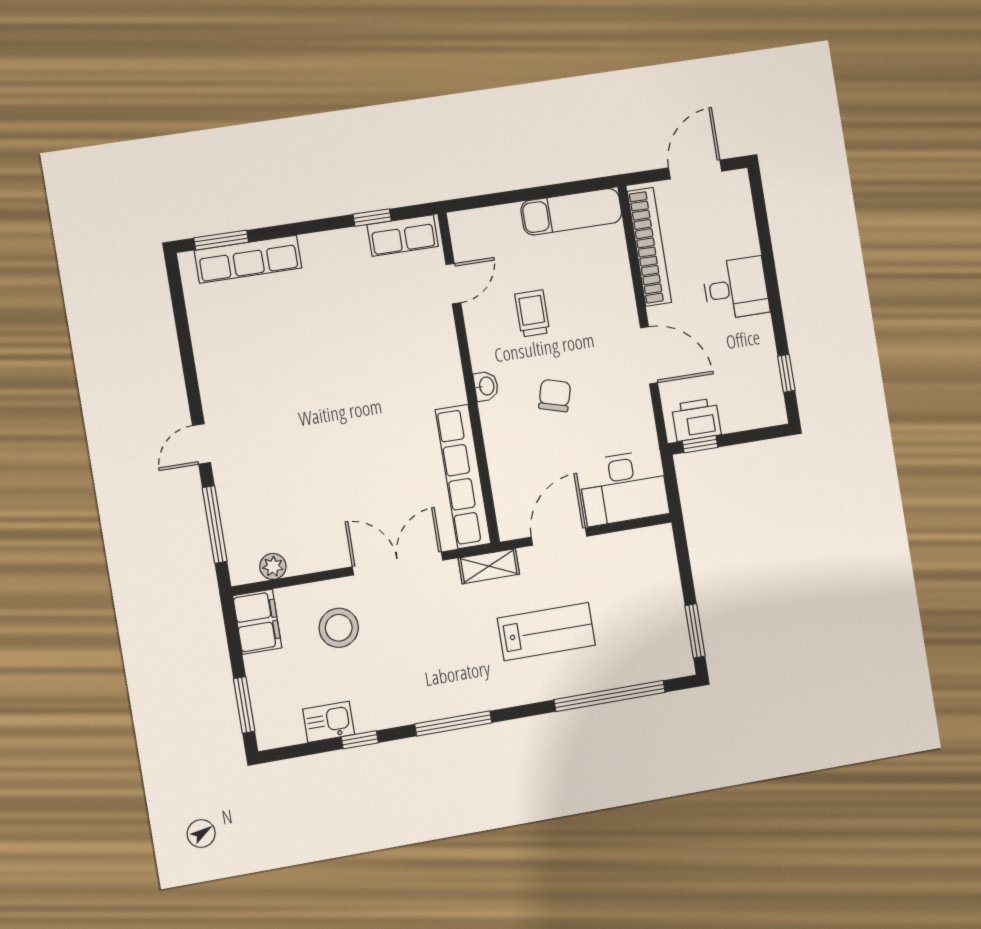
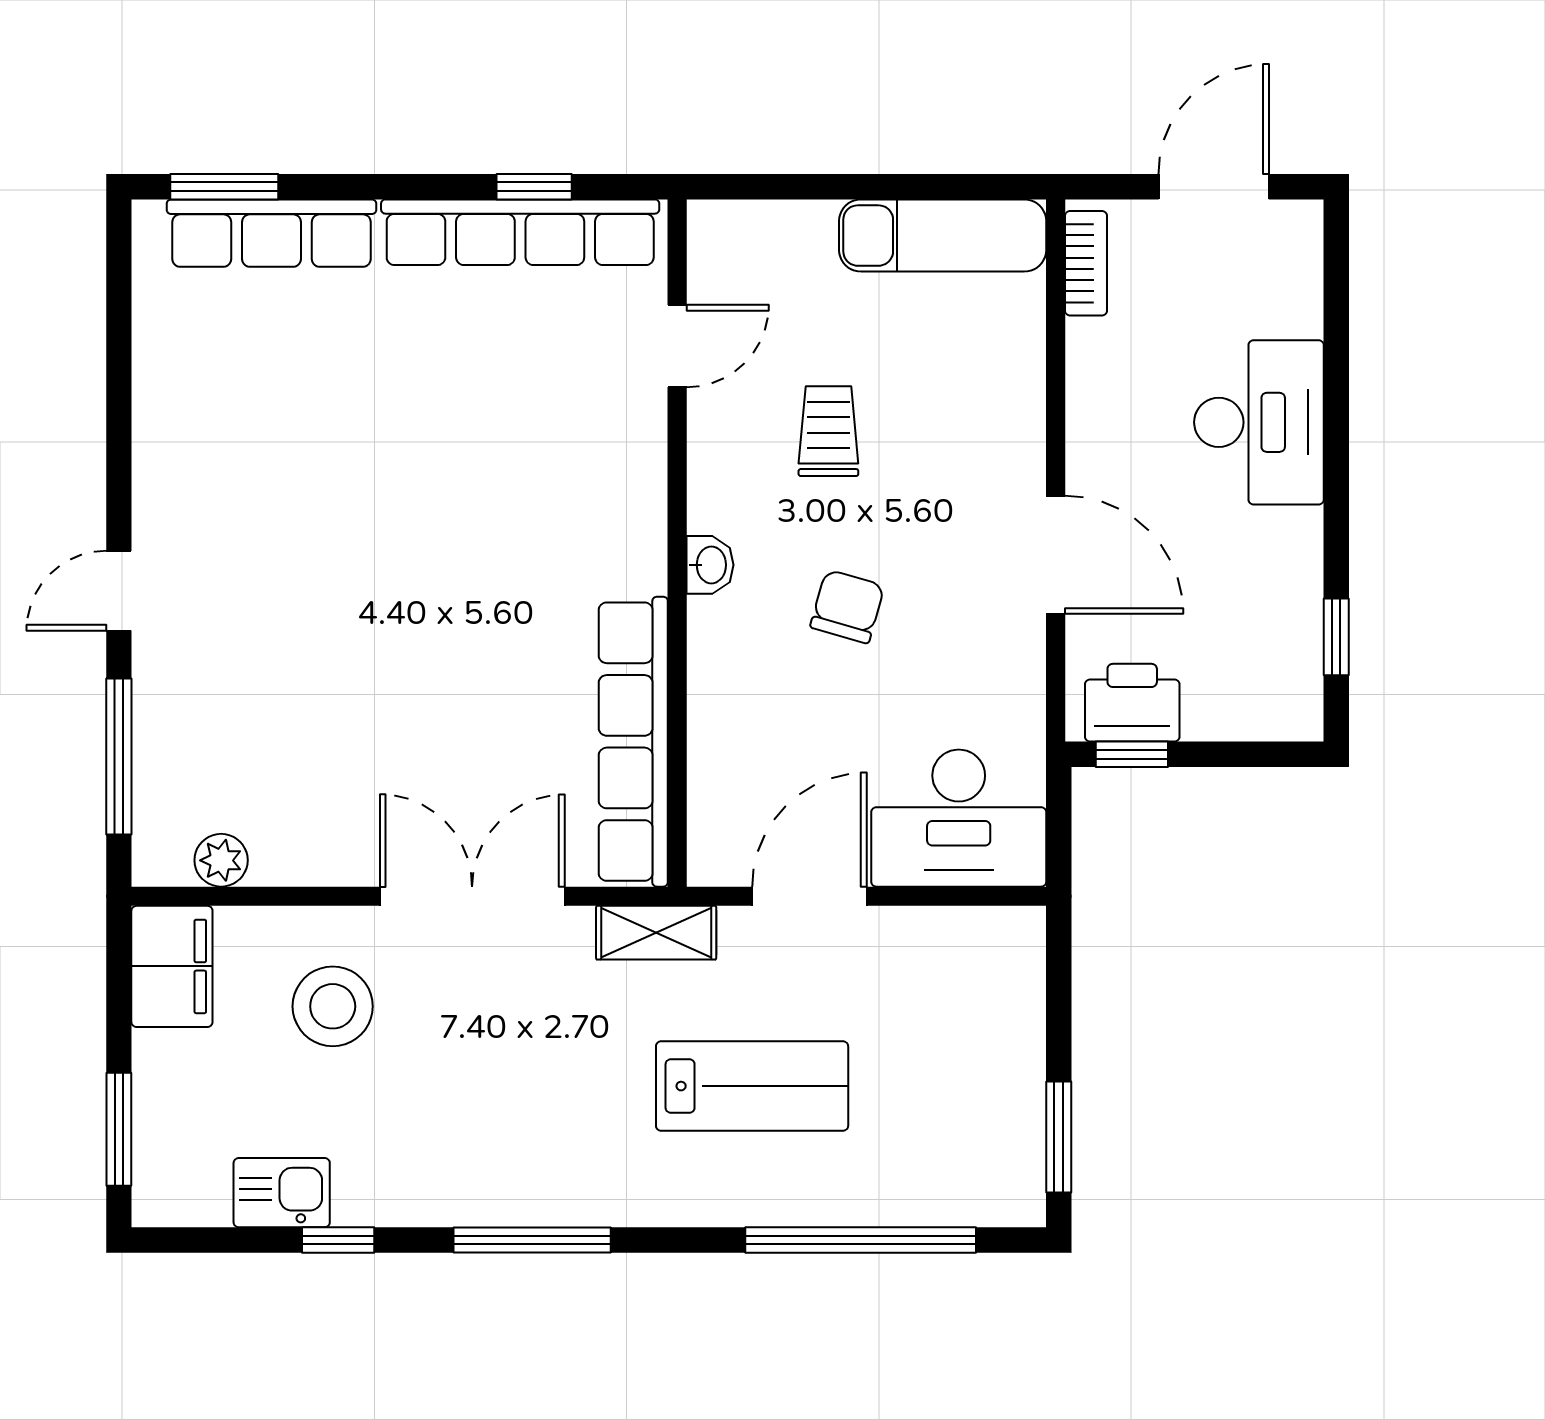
row of seats: (403, 235) -> (520, 232), width x2.02
bookcase: (649, 247) -> (1086, 263), width x0.43, depth x0.76
desk: (736, 288) -> (1259, 422), width x1.37

